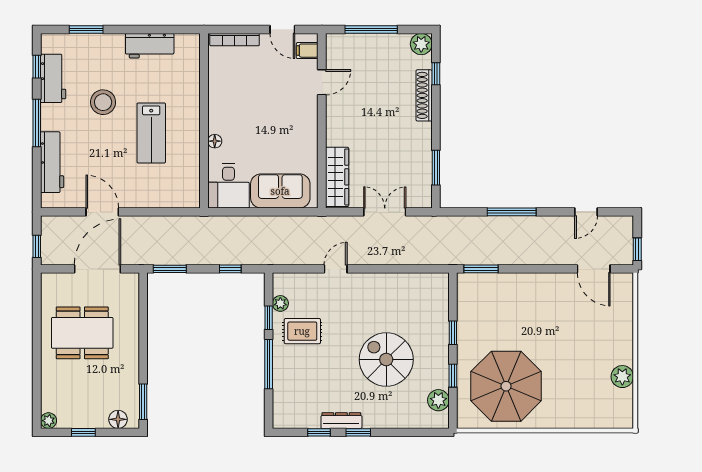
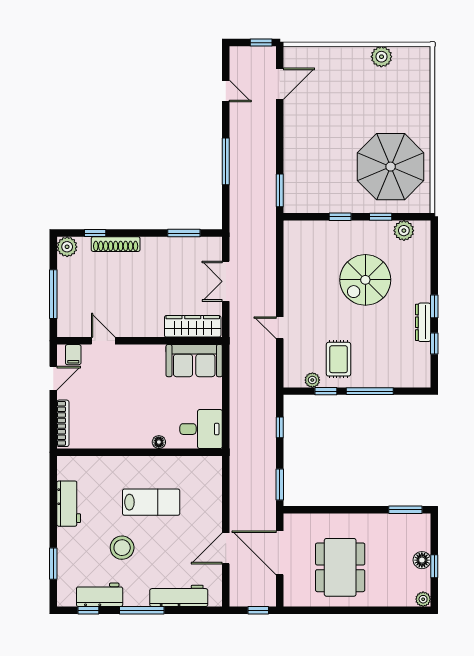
sofa: (280, 191) -> (194, 361), moved, turned -90
floor lamp: (118, 419) -> (422, 560), moved

